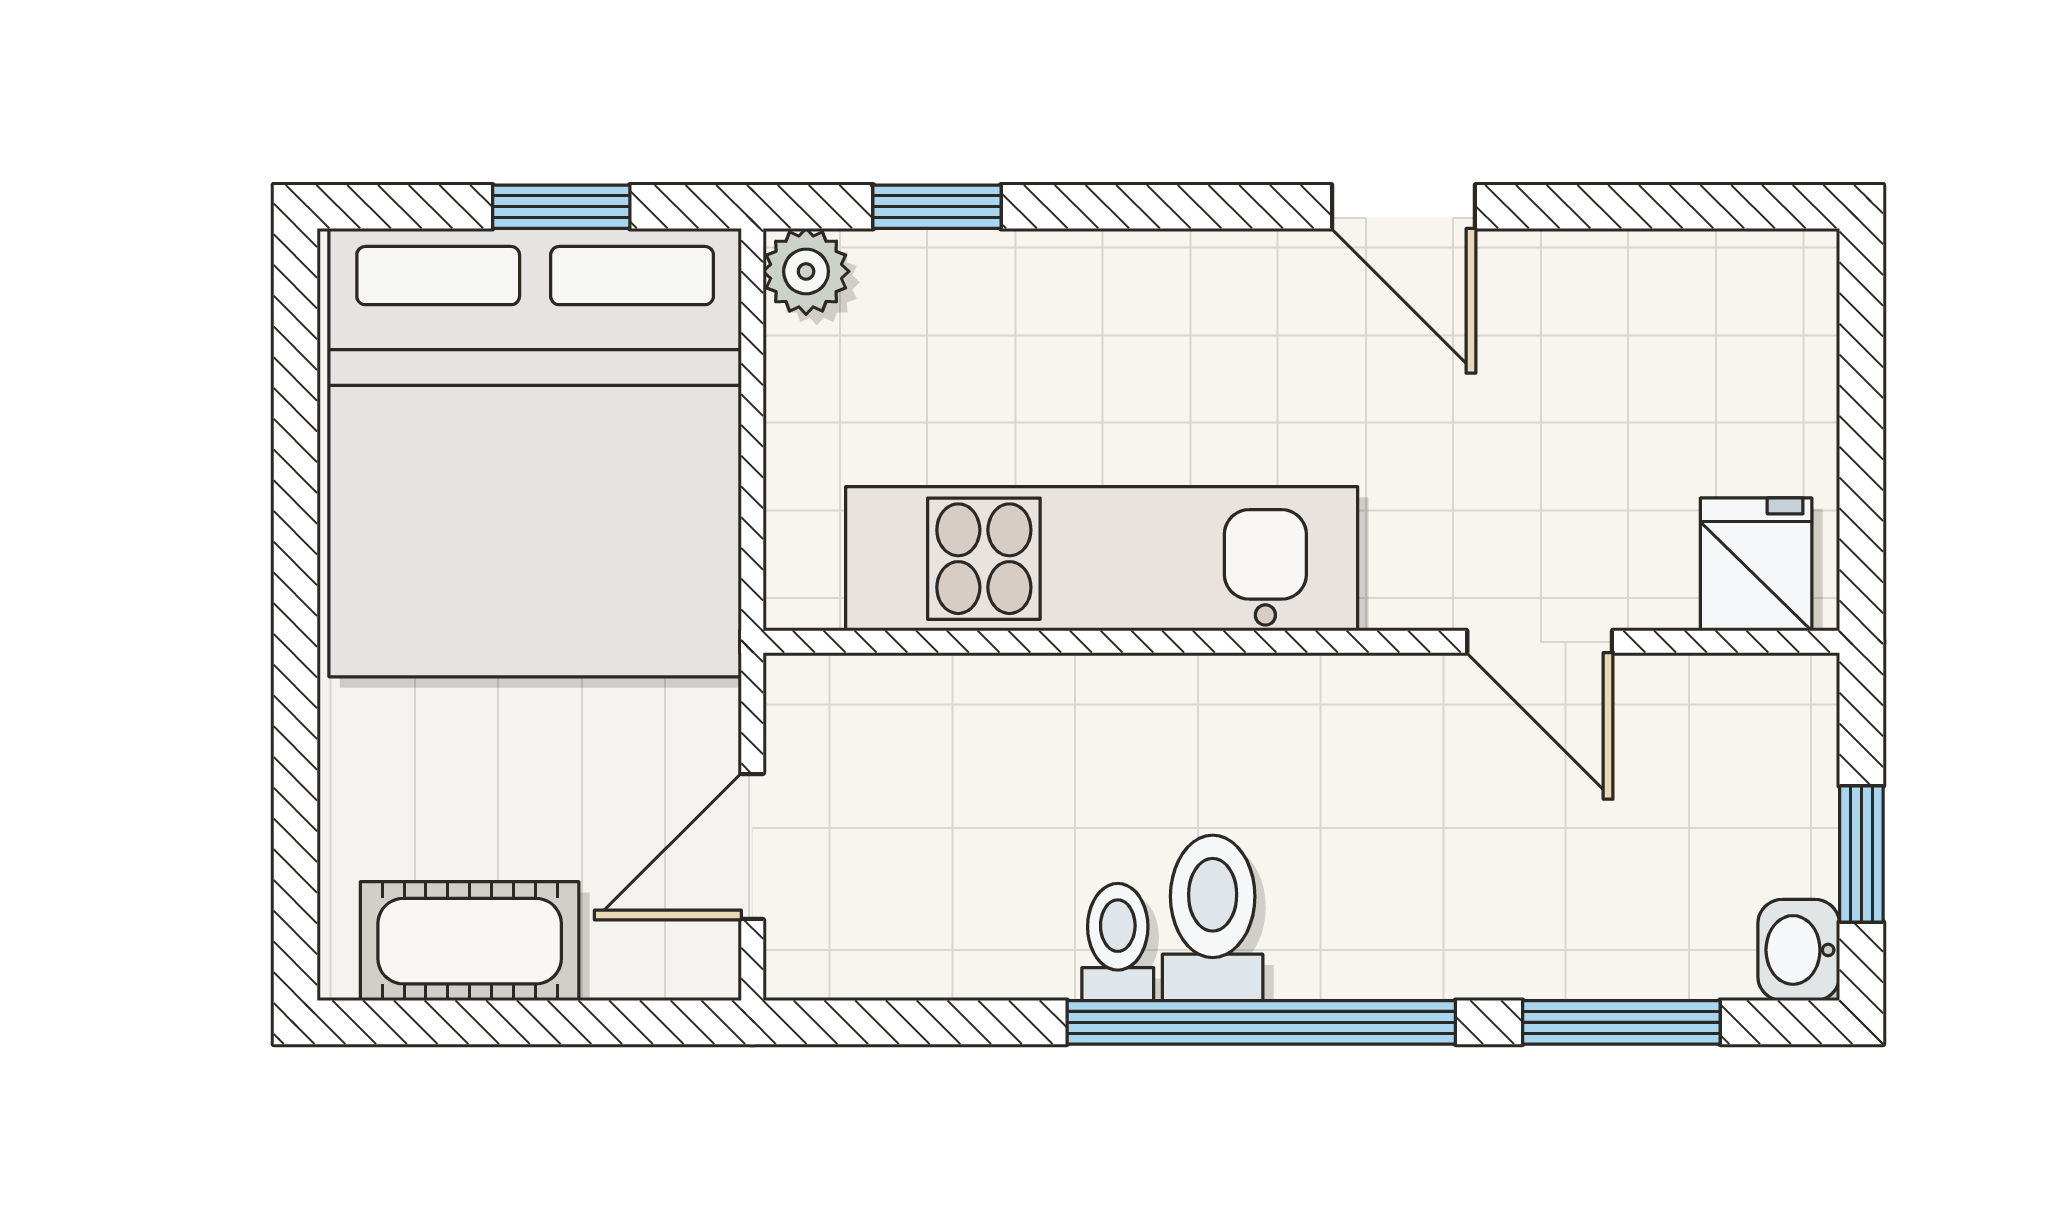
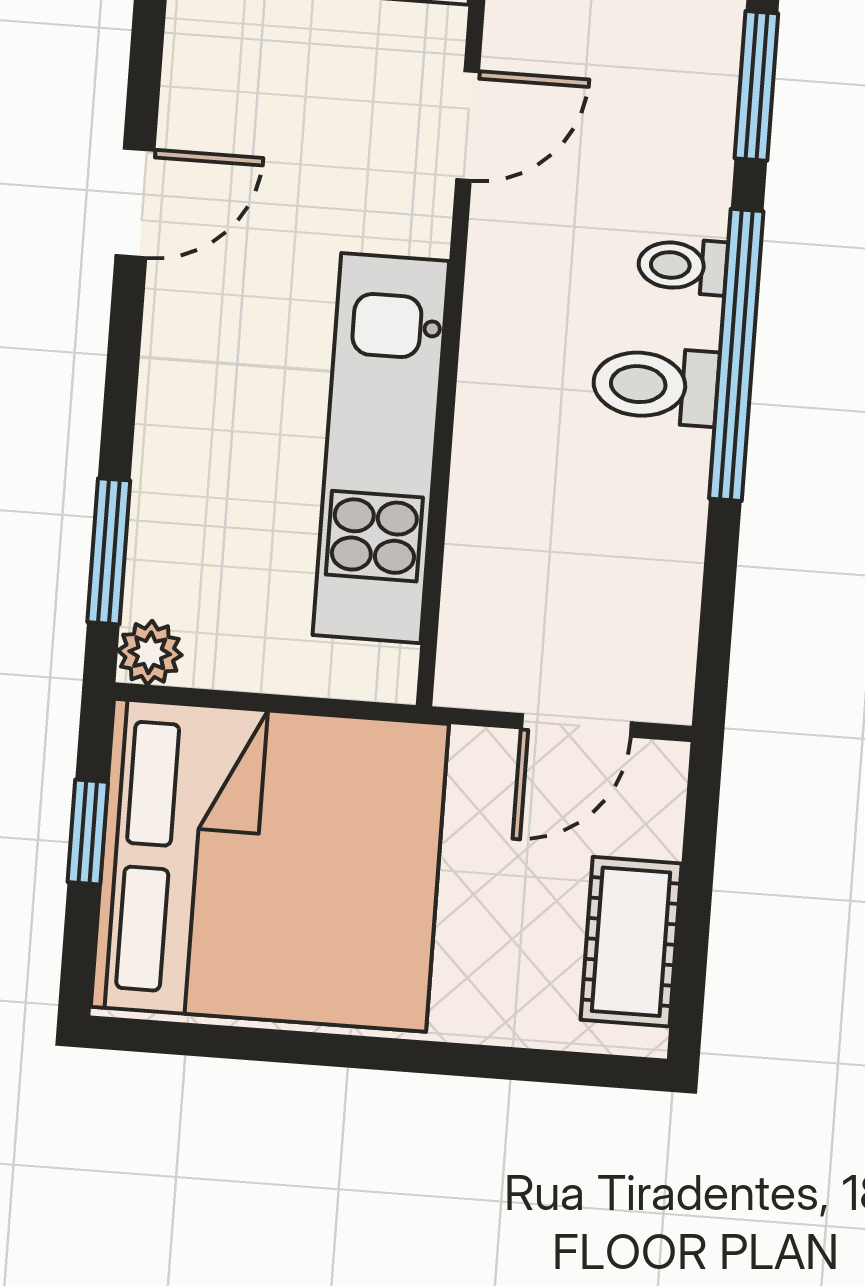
window: (937, 207) -> (109, 551), width x1.50
door: (752, 846) -> (576, 725), hinge flipped
toilet: (1118, 942) -> (683, 266), moved

